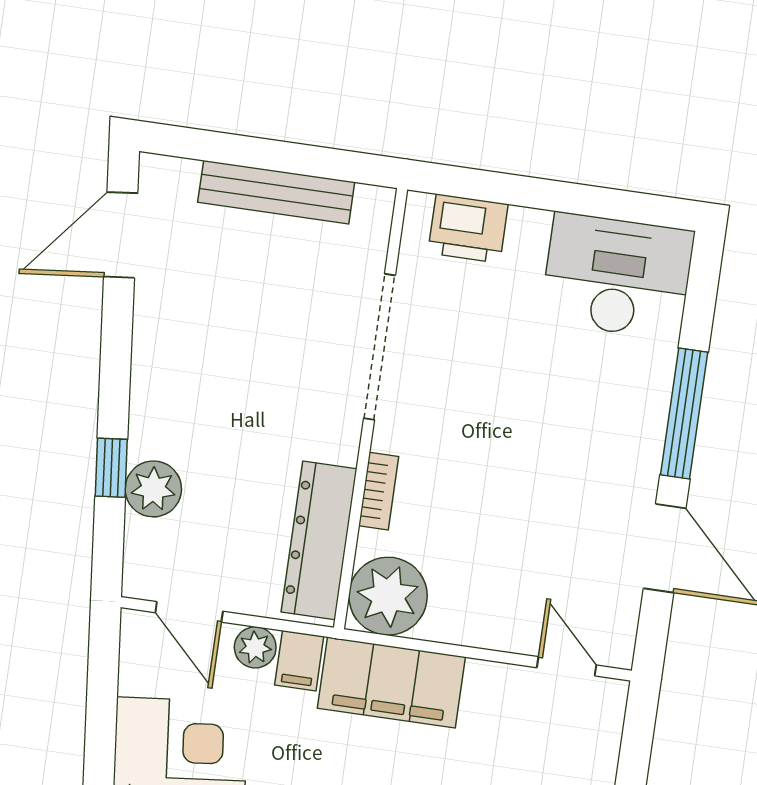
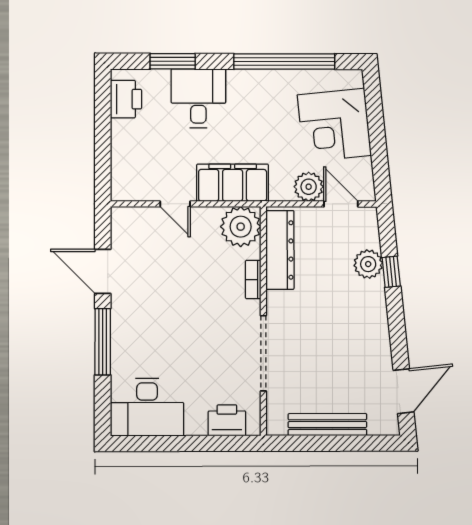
plant: (255, 647) -> (309, 187), width x1.38, depth x1.38
filing cabinet: (299, 661) -> (281, 187), removed
door: (567, 666) -> (175, 204), moved

